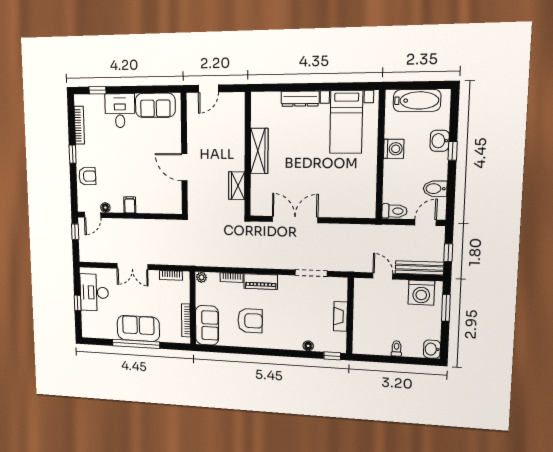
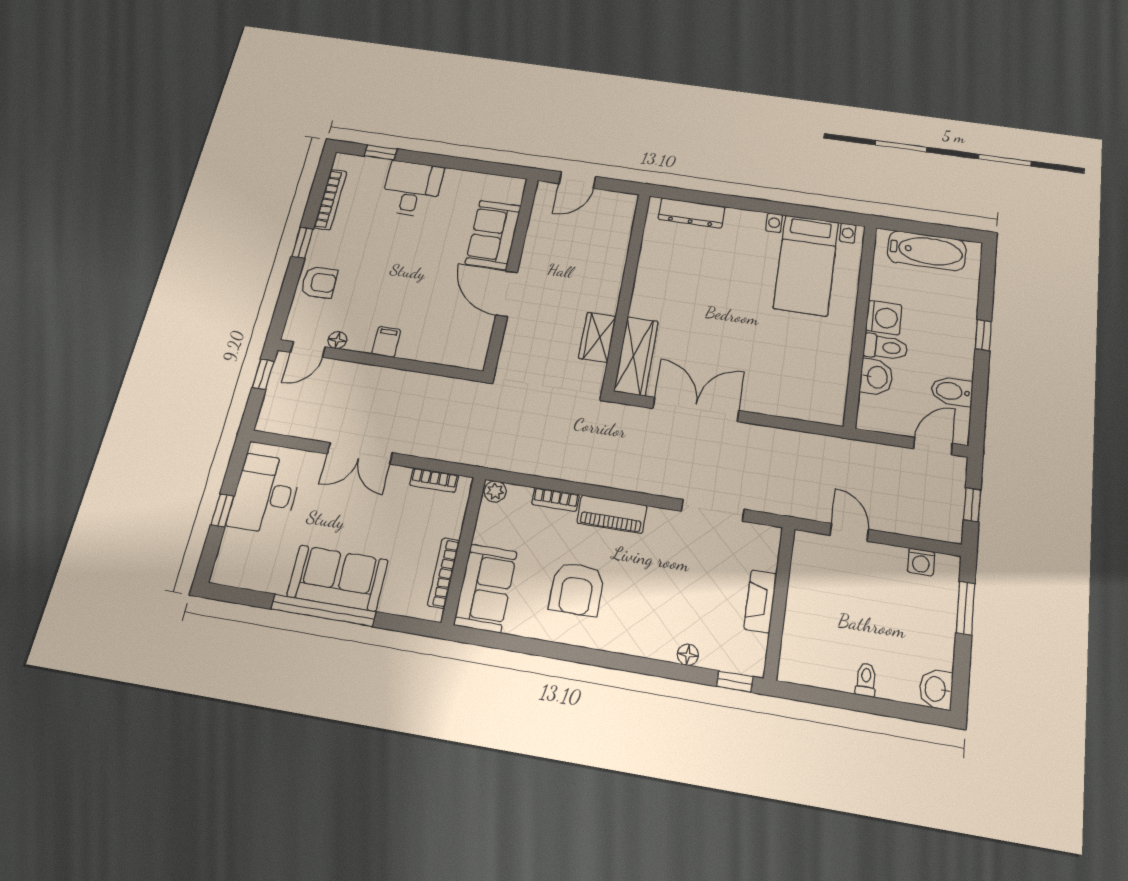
dresser: (300, 99) -> (692, 213), moved
sofa: (155, 105) -> (493, 235), moved, turned 90
washbasin: (440, 141) -> (876, 377), moved, turned 180
wardrobe: (259, 151) -> (636, 356), moved
toilet: (394, 211) -> (885, 347), moved
bench: (419, 268) -> (918, 526), removed
washing machine: (421, 293) -> (921, 562), width x0.53, depth x0.53
armchair: (250, 321) -> (577, 589), turned 90

